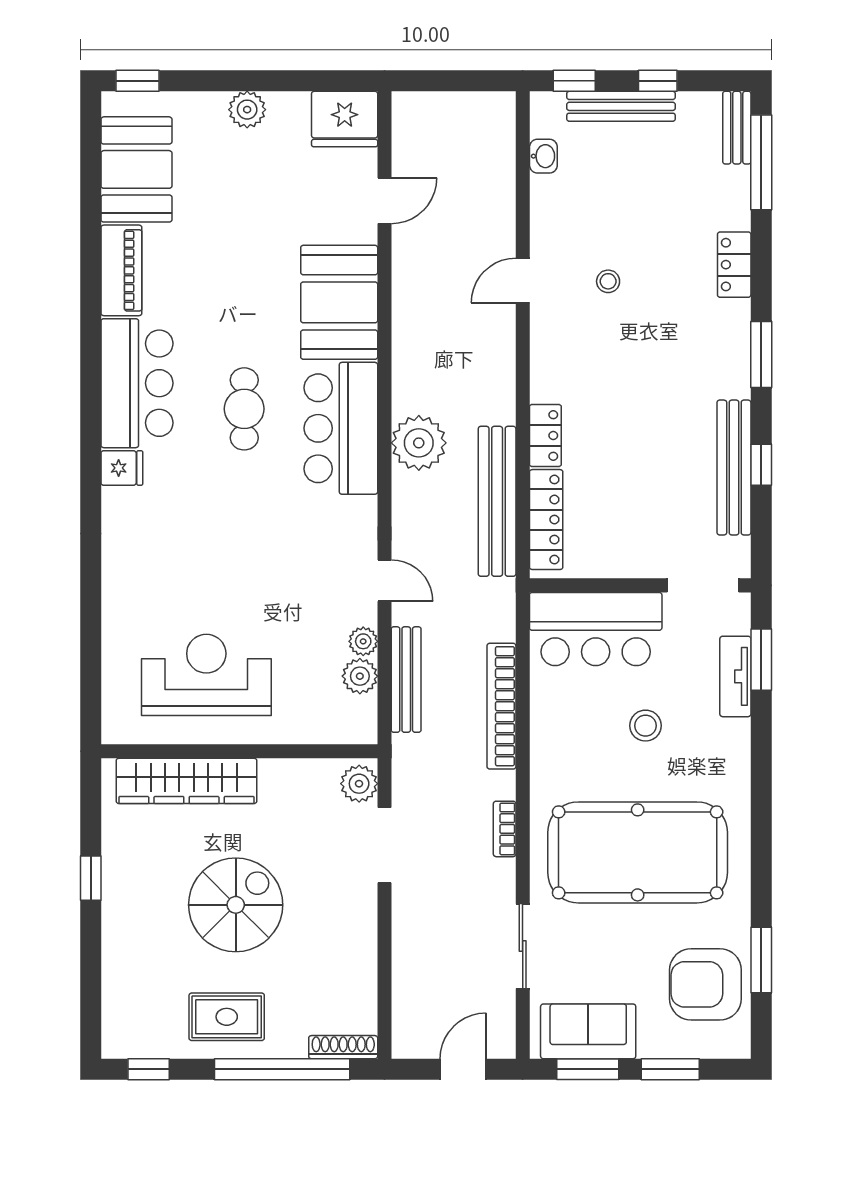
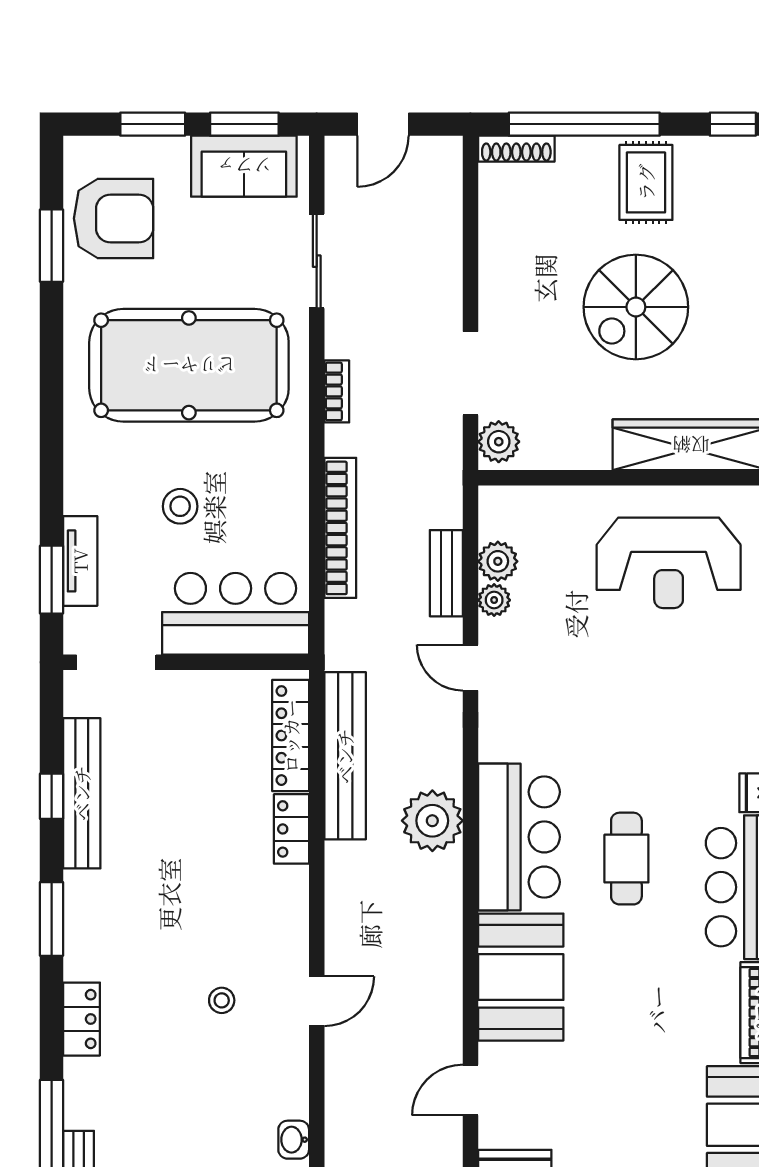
bench: (406, 680) -> (446, 573), width x0.73
rug: (227, 1017) -> (646, 182), turned 90

